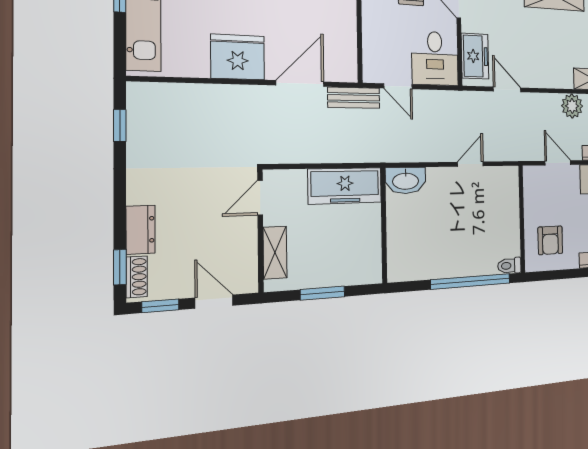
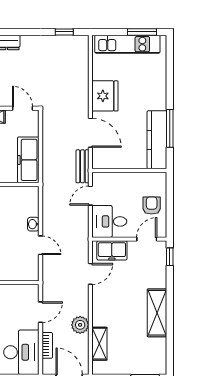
washbasin: (406, 180) -> (33, 224), moved, width x0.52, depth x0.69

